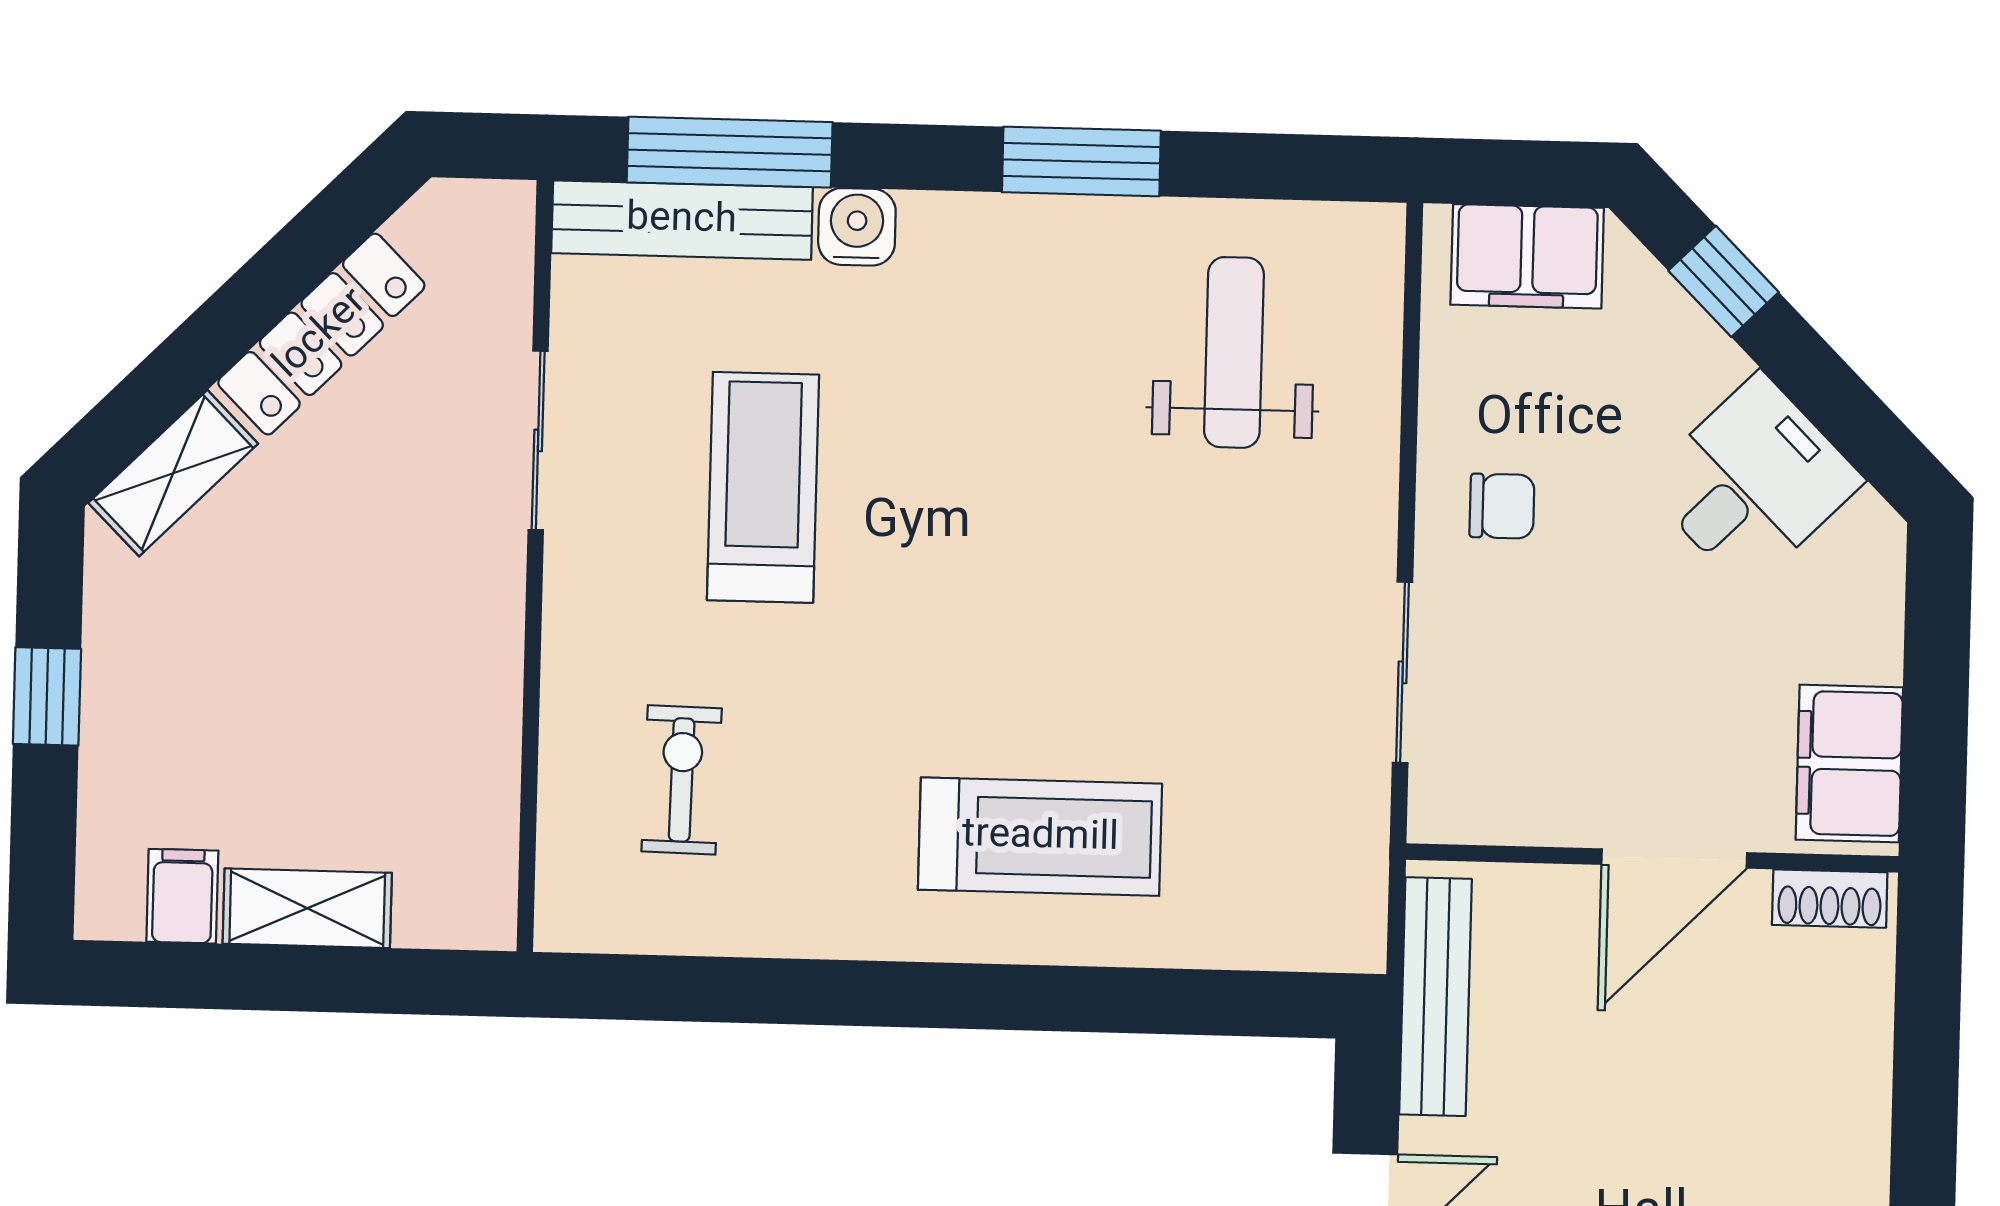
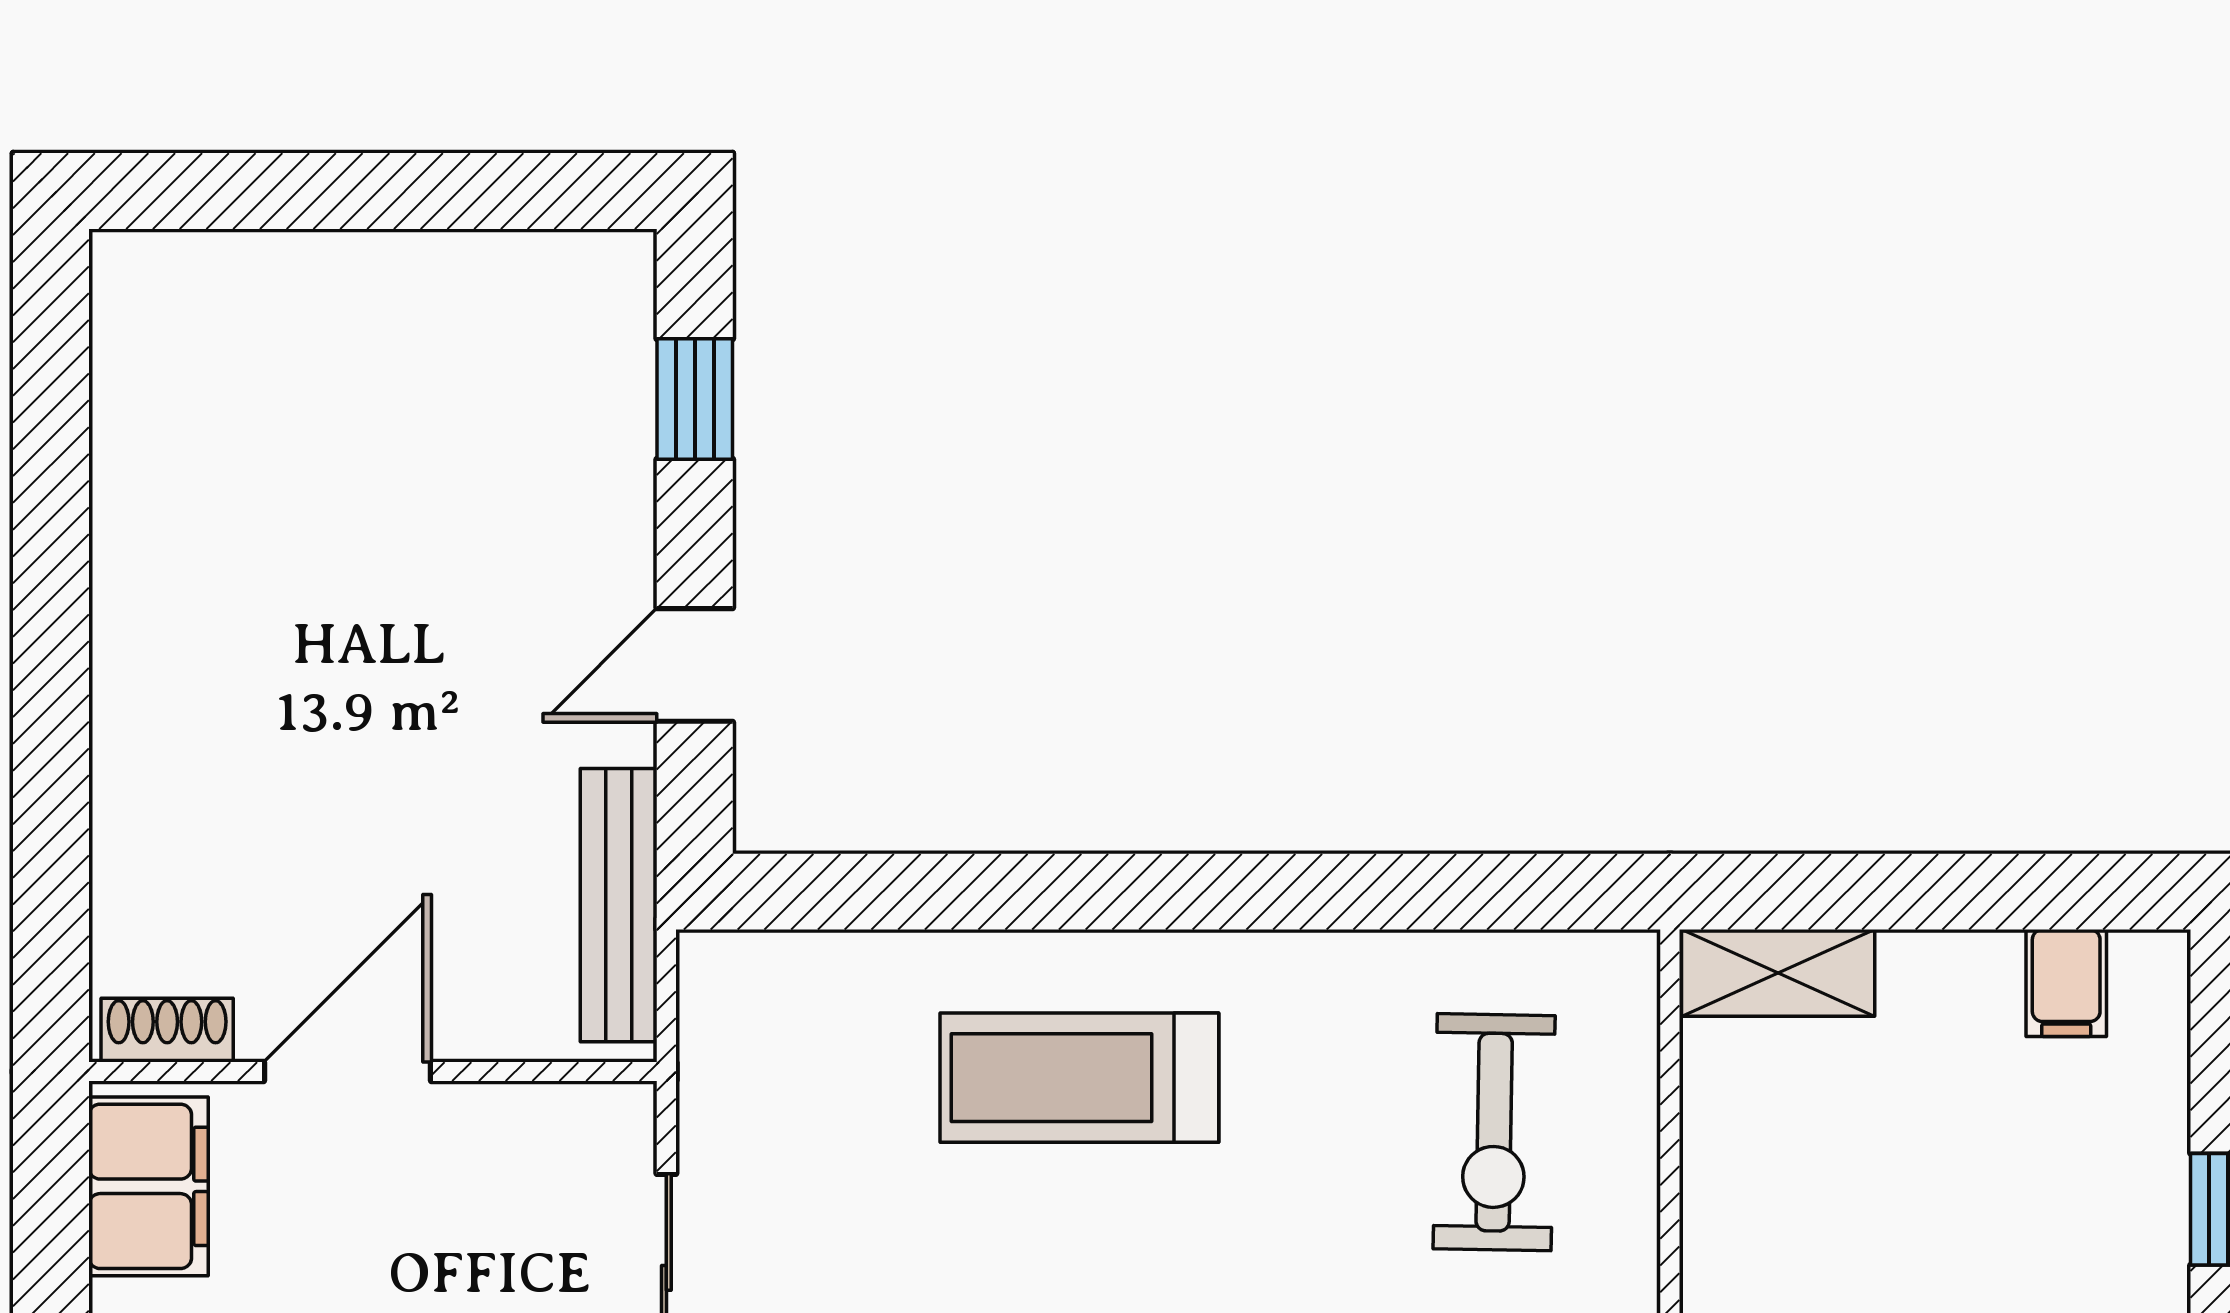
exercise bike: (682, 780) -> (1494, 1132), width x1.38, depth x1.39
shelving: (307, 908) -> (1778, 973), moved

